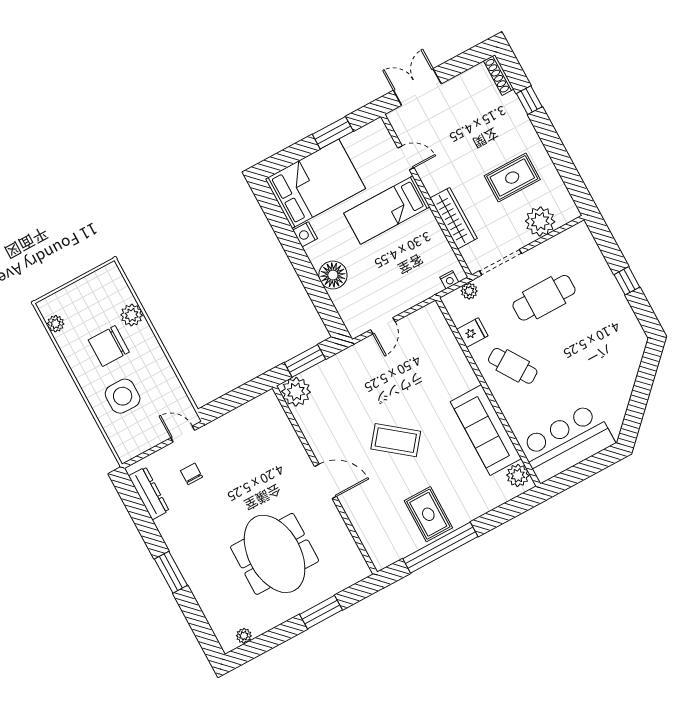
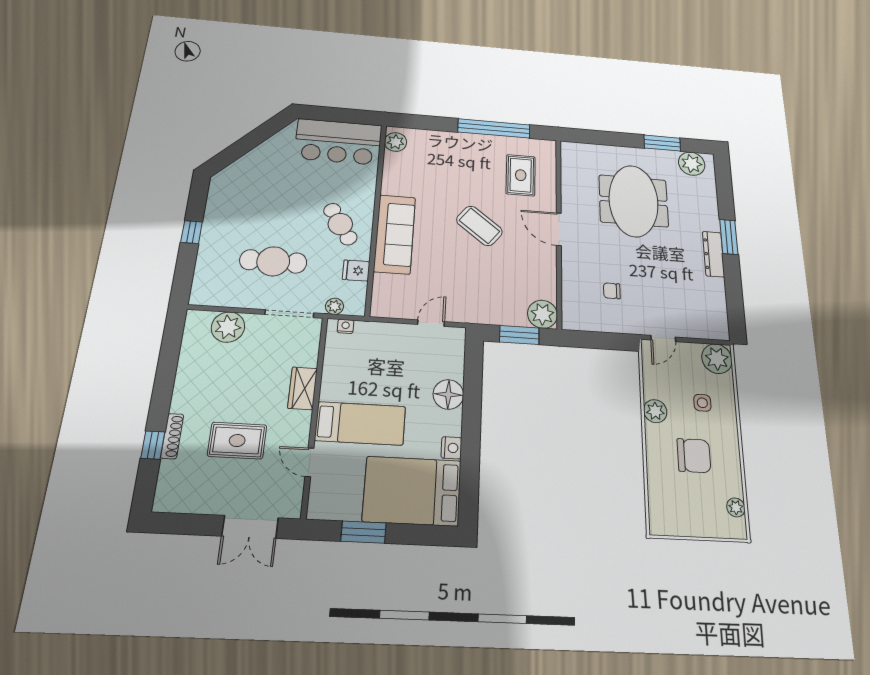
shoe rack: (499, 75) -> (172, 436), moved
rug: (512, 178) -> (237, 441), moved
wardrobe: (454, 218) -> (303, 388), width x0.67
plant: (132, 315) -> (655, 411), moved
side table: (123, 396) -> (702, 403), width x0.54, depth x0.54
sofa: (486, 430) -> (395, 234), moved
door: (183, 434) -> (663, 338), hinge flipped
plant: (128, 444) -> (717, 359), added
chair: (192, 474) -> (612, 291), moved, turned 90
dresser: (149, 493) -> (713, 254), moved
rug: (428, 514) -> (521, 175), moved
window: (321, 612) -> (662, 143), moved
plant: (244, 636) -> (692, 164), width x1.87, depth x1.87

